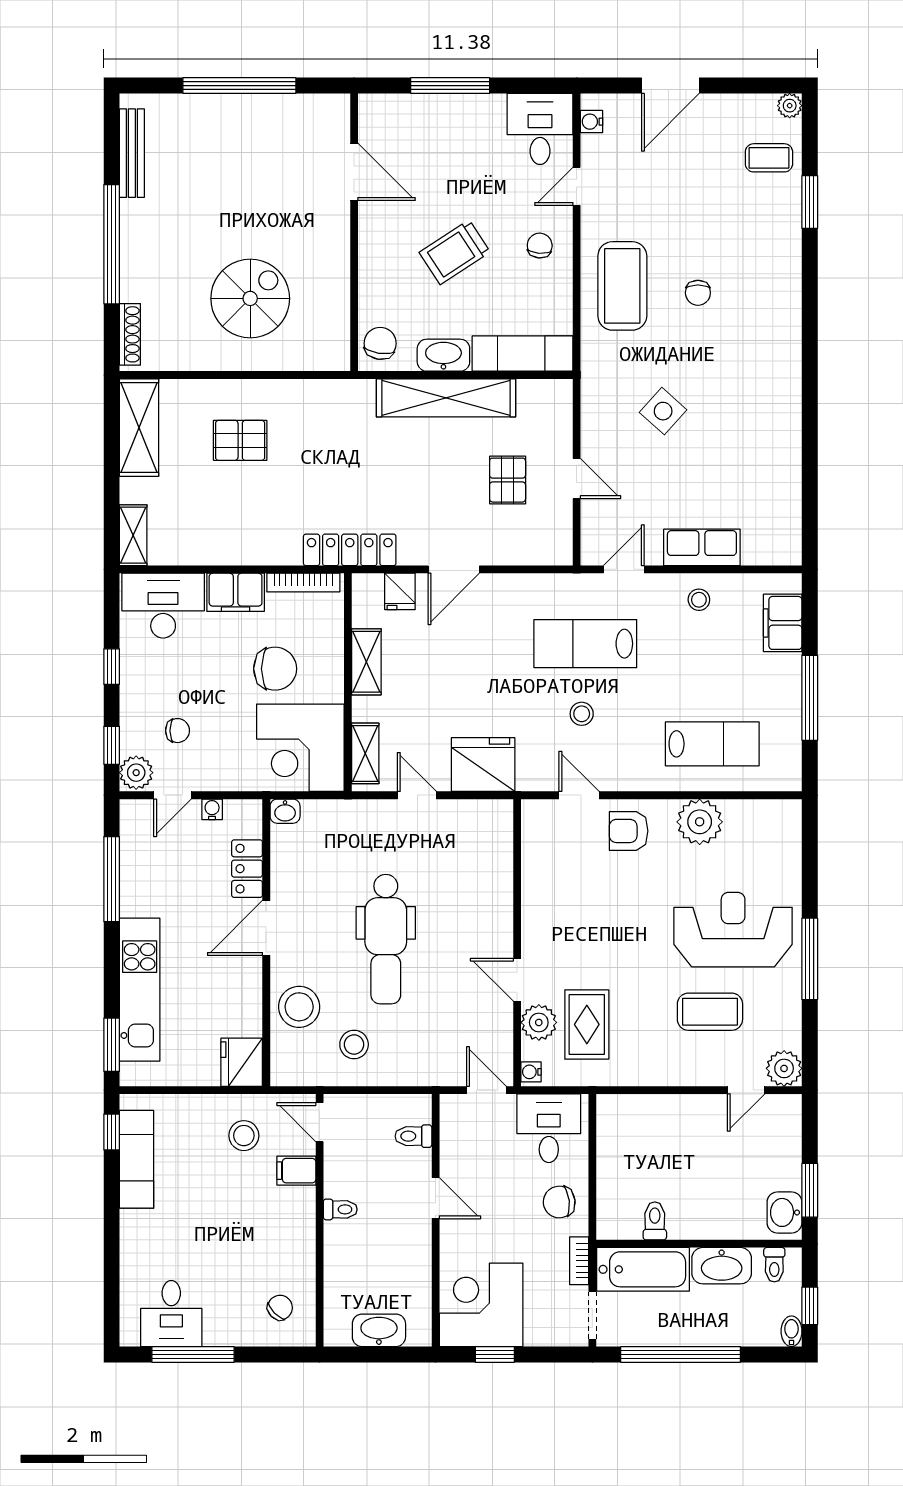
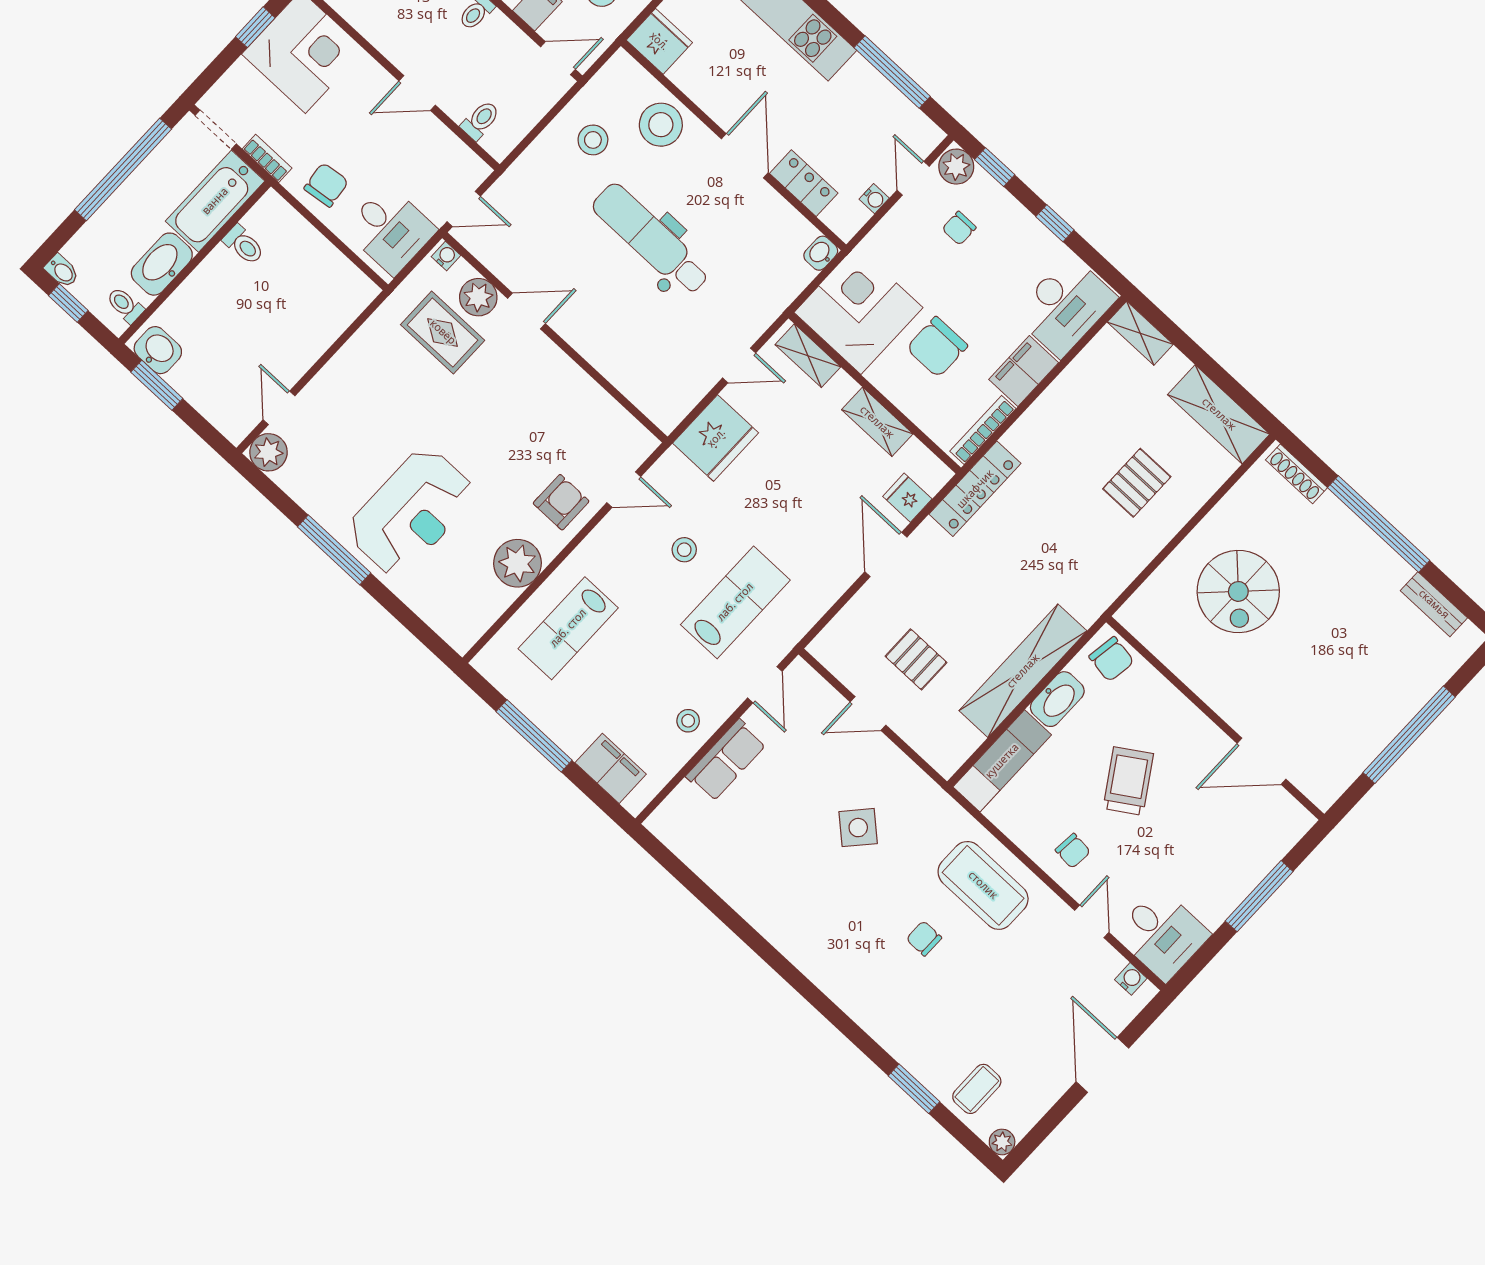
bench: (132, 153) -> (1434, 604), width x0.73
coffee table: (710, 1012) -> (365, 436), removed

